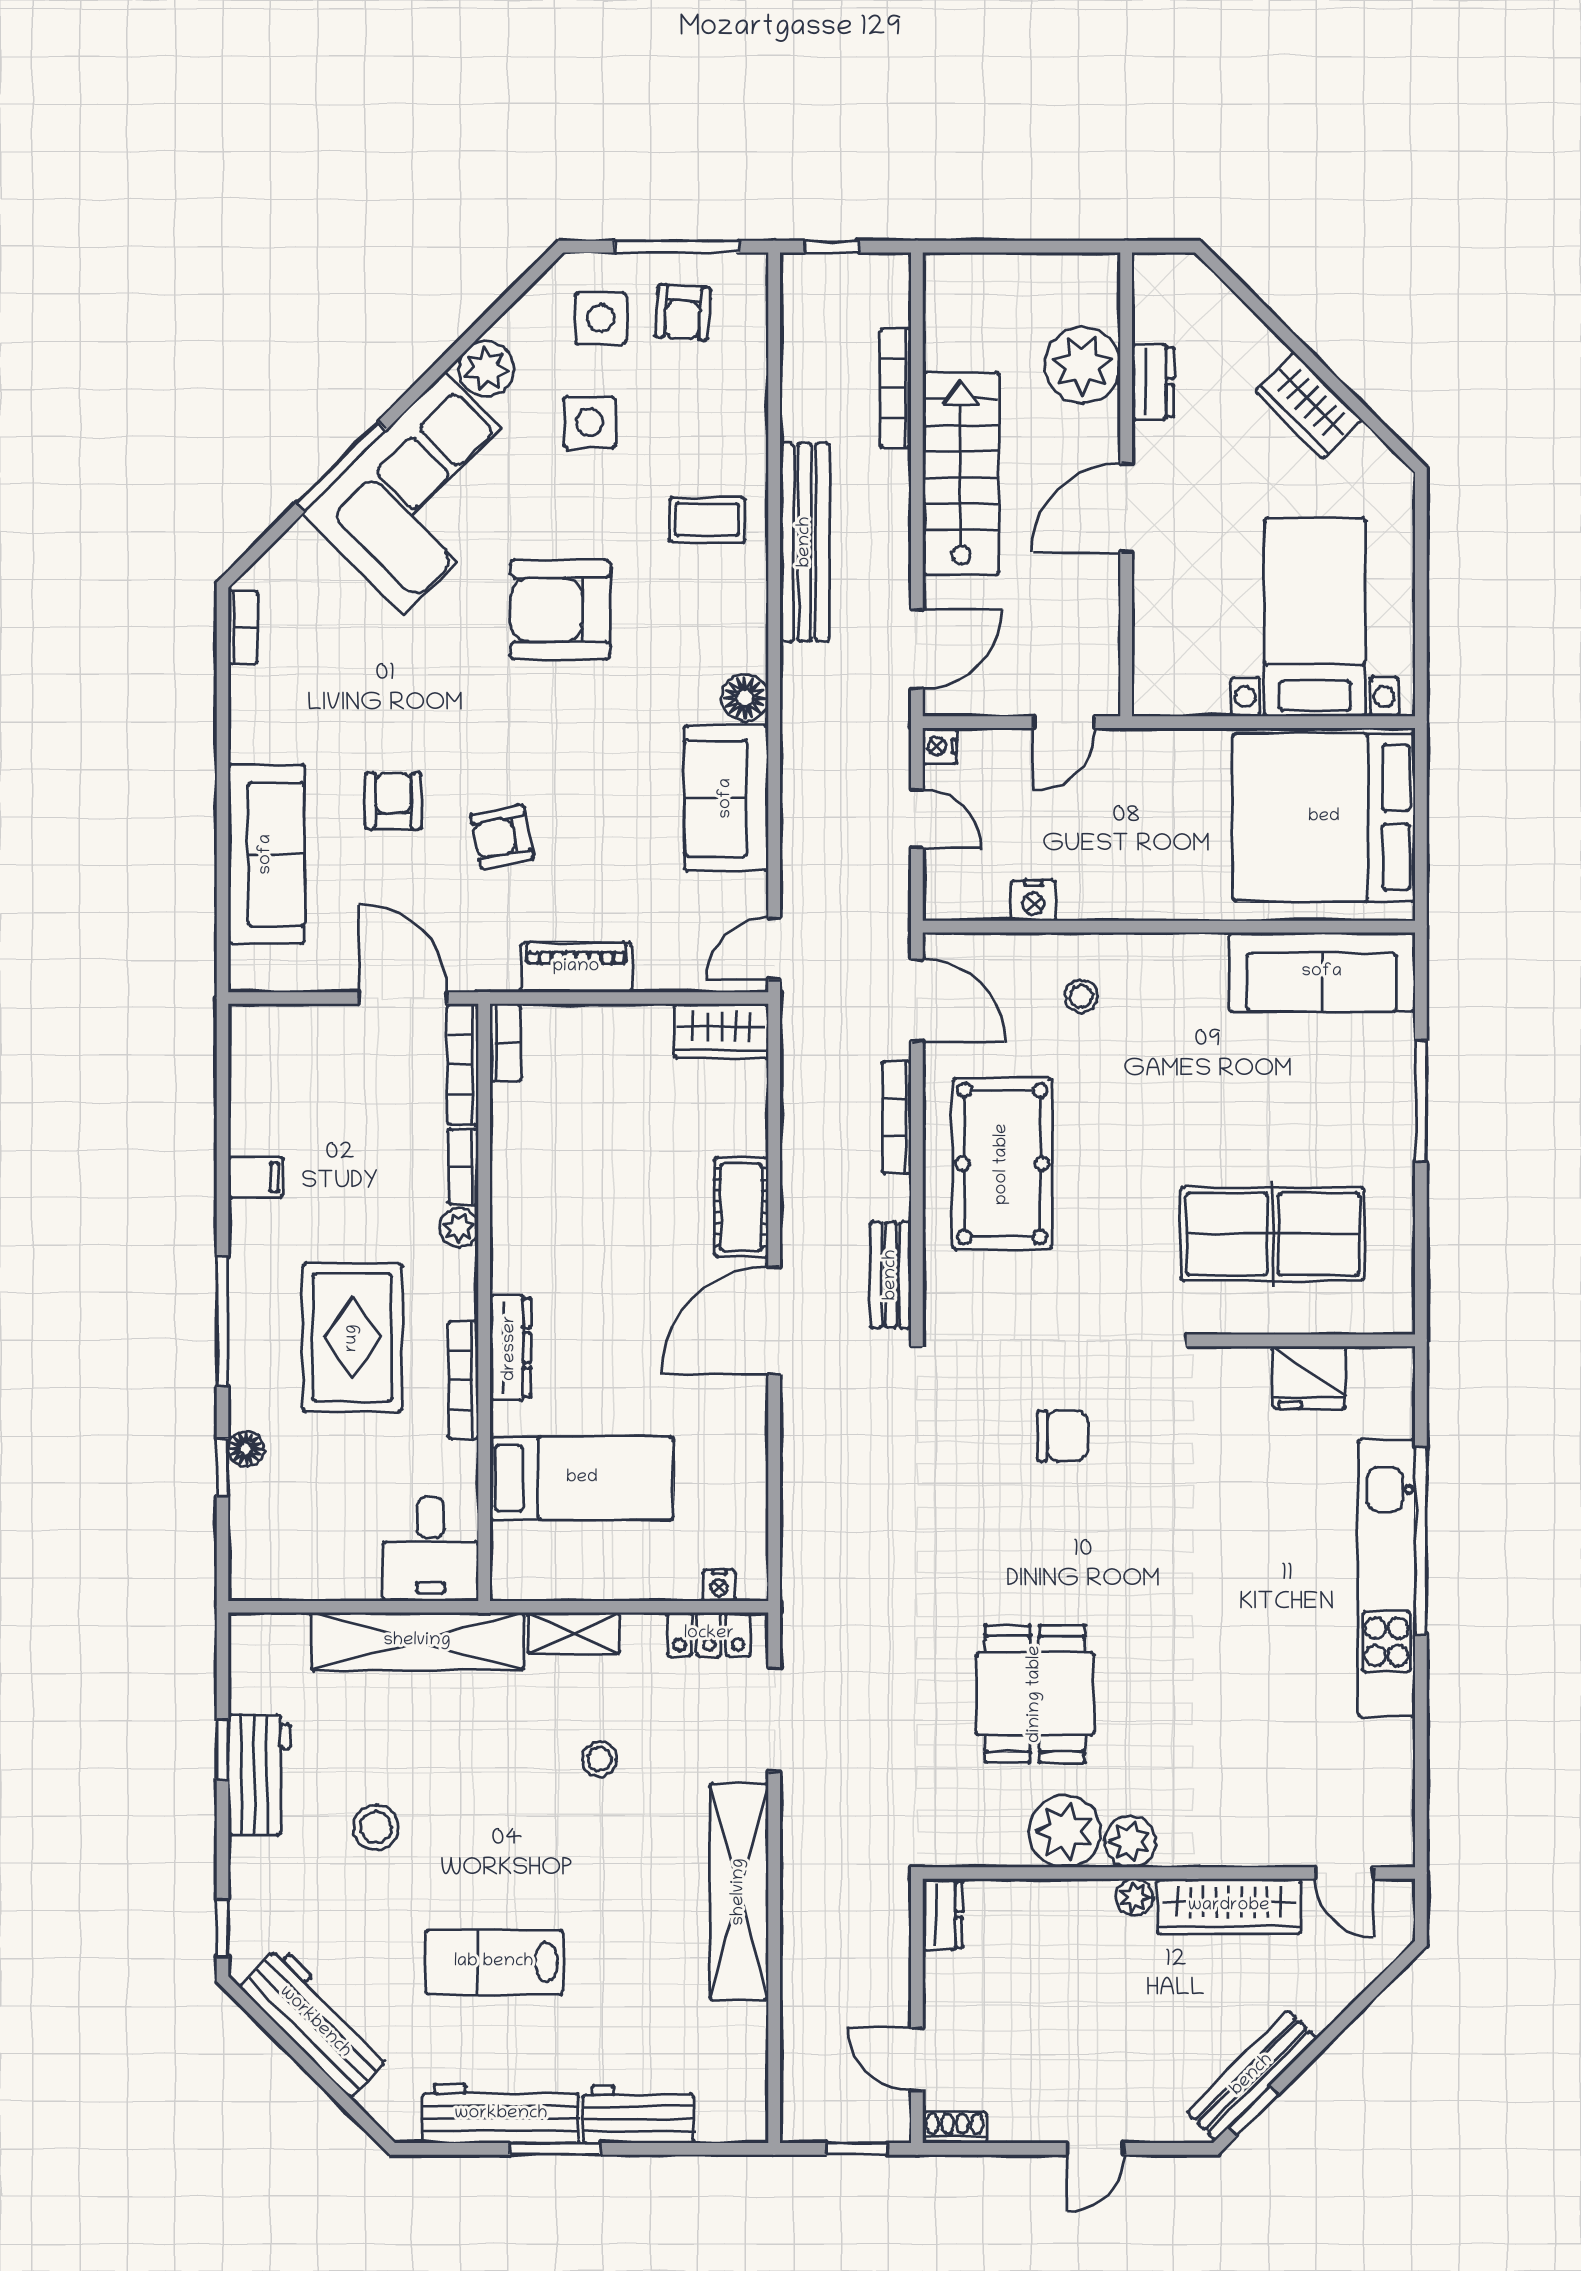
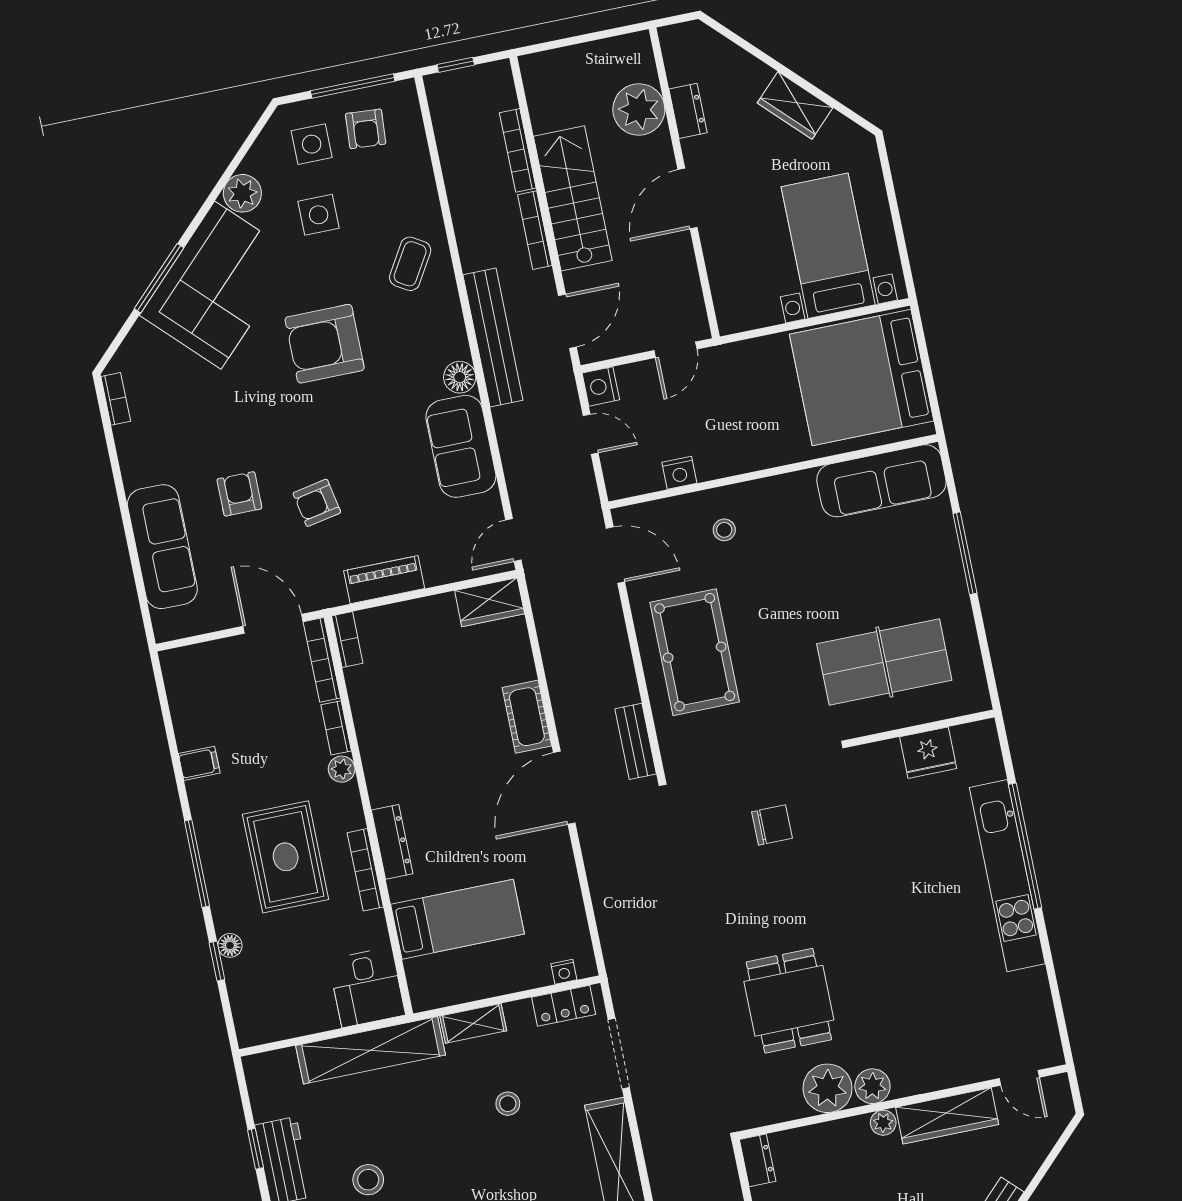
coffee table: (707, 520) -> (410, 264), turned -59
bench: (805, 542) -> (493, 338), moved
nightstand: (940, 746) -> (601, 386), width x1.39, depth x1.35
bookcase: (897, 1117) -> (535, 230), moved

